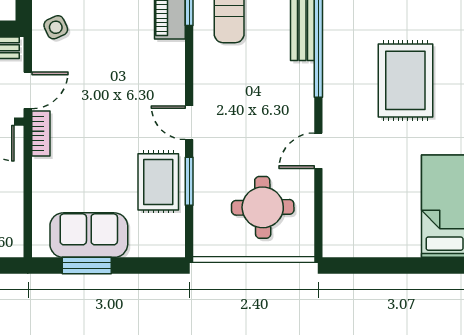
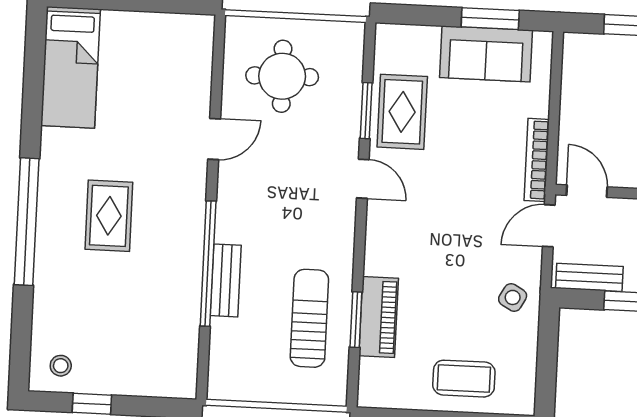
side table: (56, 27) -> (513, 297), turned -36
rug: (405, 80) -> (109, 216), width x0.73, depth x0.70
bookcase: (41, 134) -> (537, 160), width x1.56

